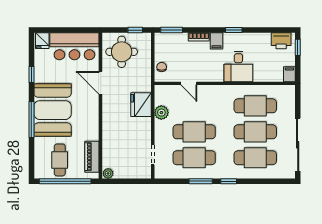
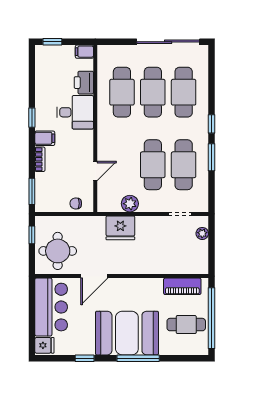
printer: (281, 41) -> (84, 83), moved, turned 180
plant: (108, 173) -> (202, 233), moved

